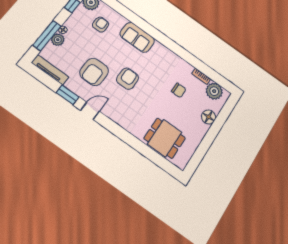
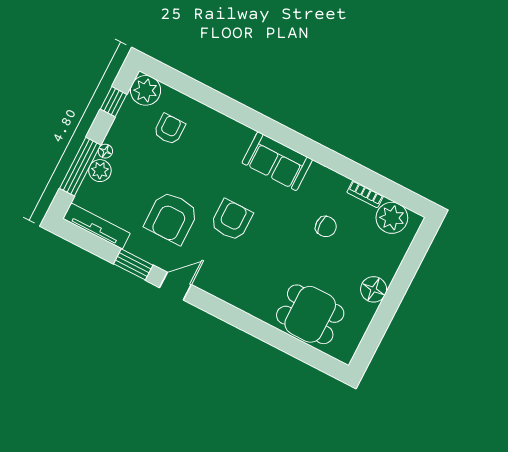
sofa: (137, 37) -> (277, 161), moved
floor lamp: (209, 117) -> (374, 289), moved

